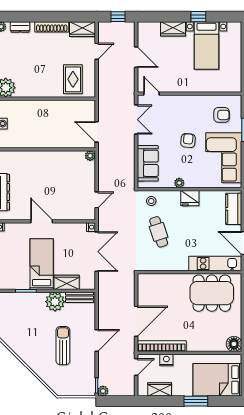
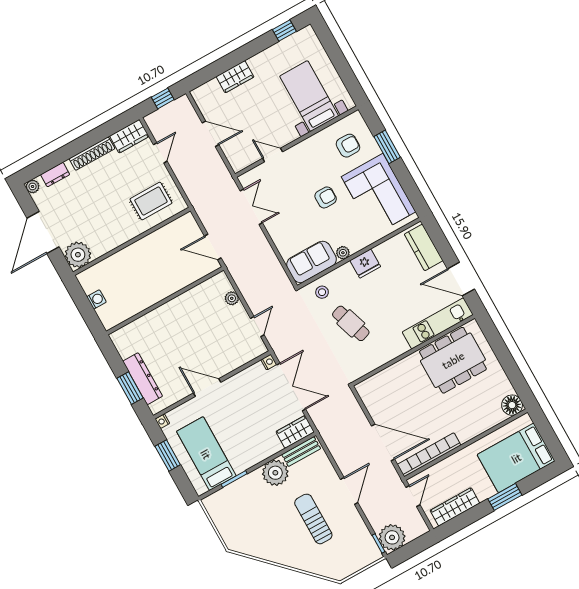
window: (198, 17) -> (284, 31), moved
bed with nightstands: (207, 46) -> (309, 96), moved, turned 180
rug: (73, 79) -> (151, 201), turned 90
door: (151, 94) -> (273, 155), moved
armchair: (188, 141) -> (326, 197), turned 84
plant: (90, 156) -> (232, 298), moved
sofa: (148, 163) -> (311, 262), moved, turned -90
bed: (42, 264) -> (206, 454), moved
wardrobe: (67, 282) -> (295, 432), moved
door: (136, 321) -> (383, 442), hinge flipped
nightstand: (166, 360) -> (443, 468), removed
wardrobe: (160, 389) -> (455, 507), width x1.50
plant: (103, 391) -> (392, 537), width x1.88, depth x1.88

